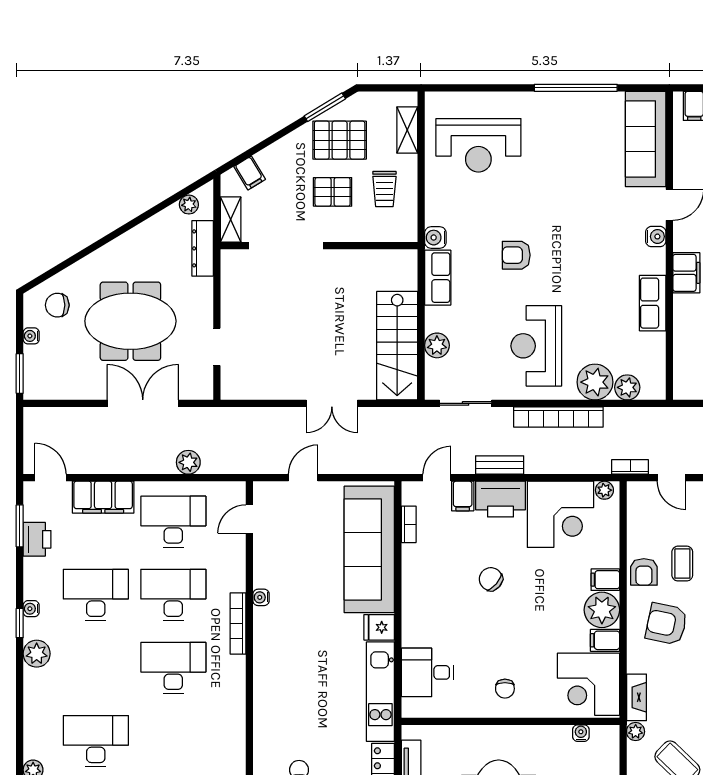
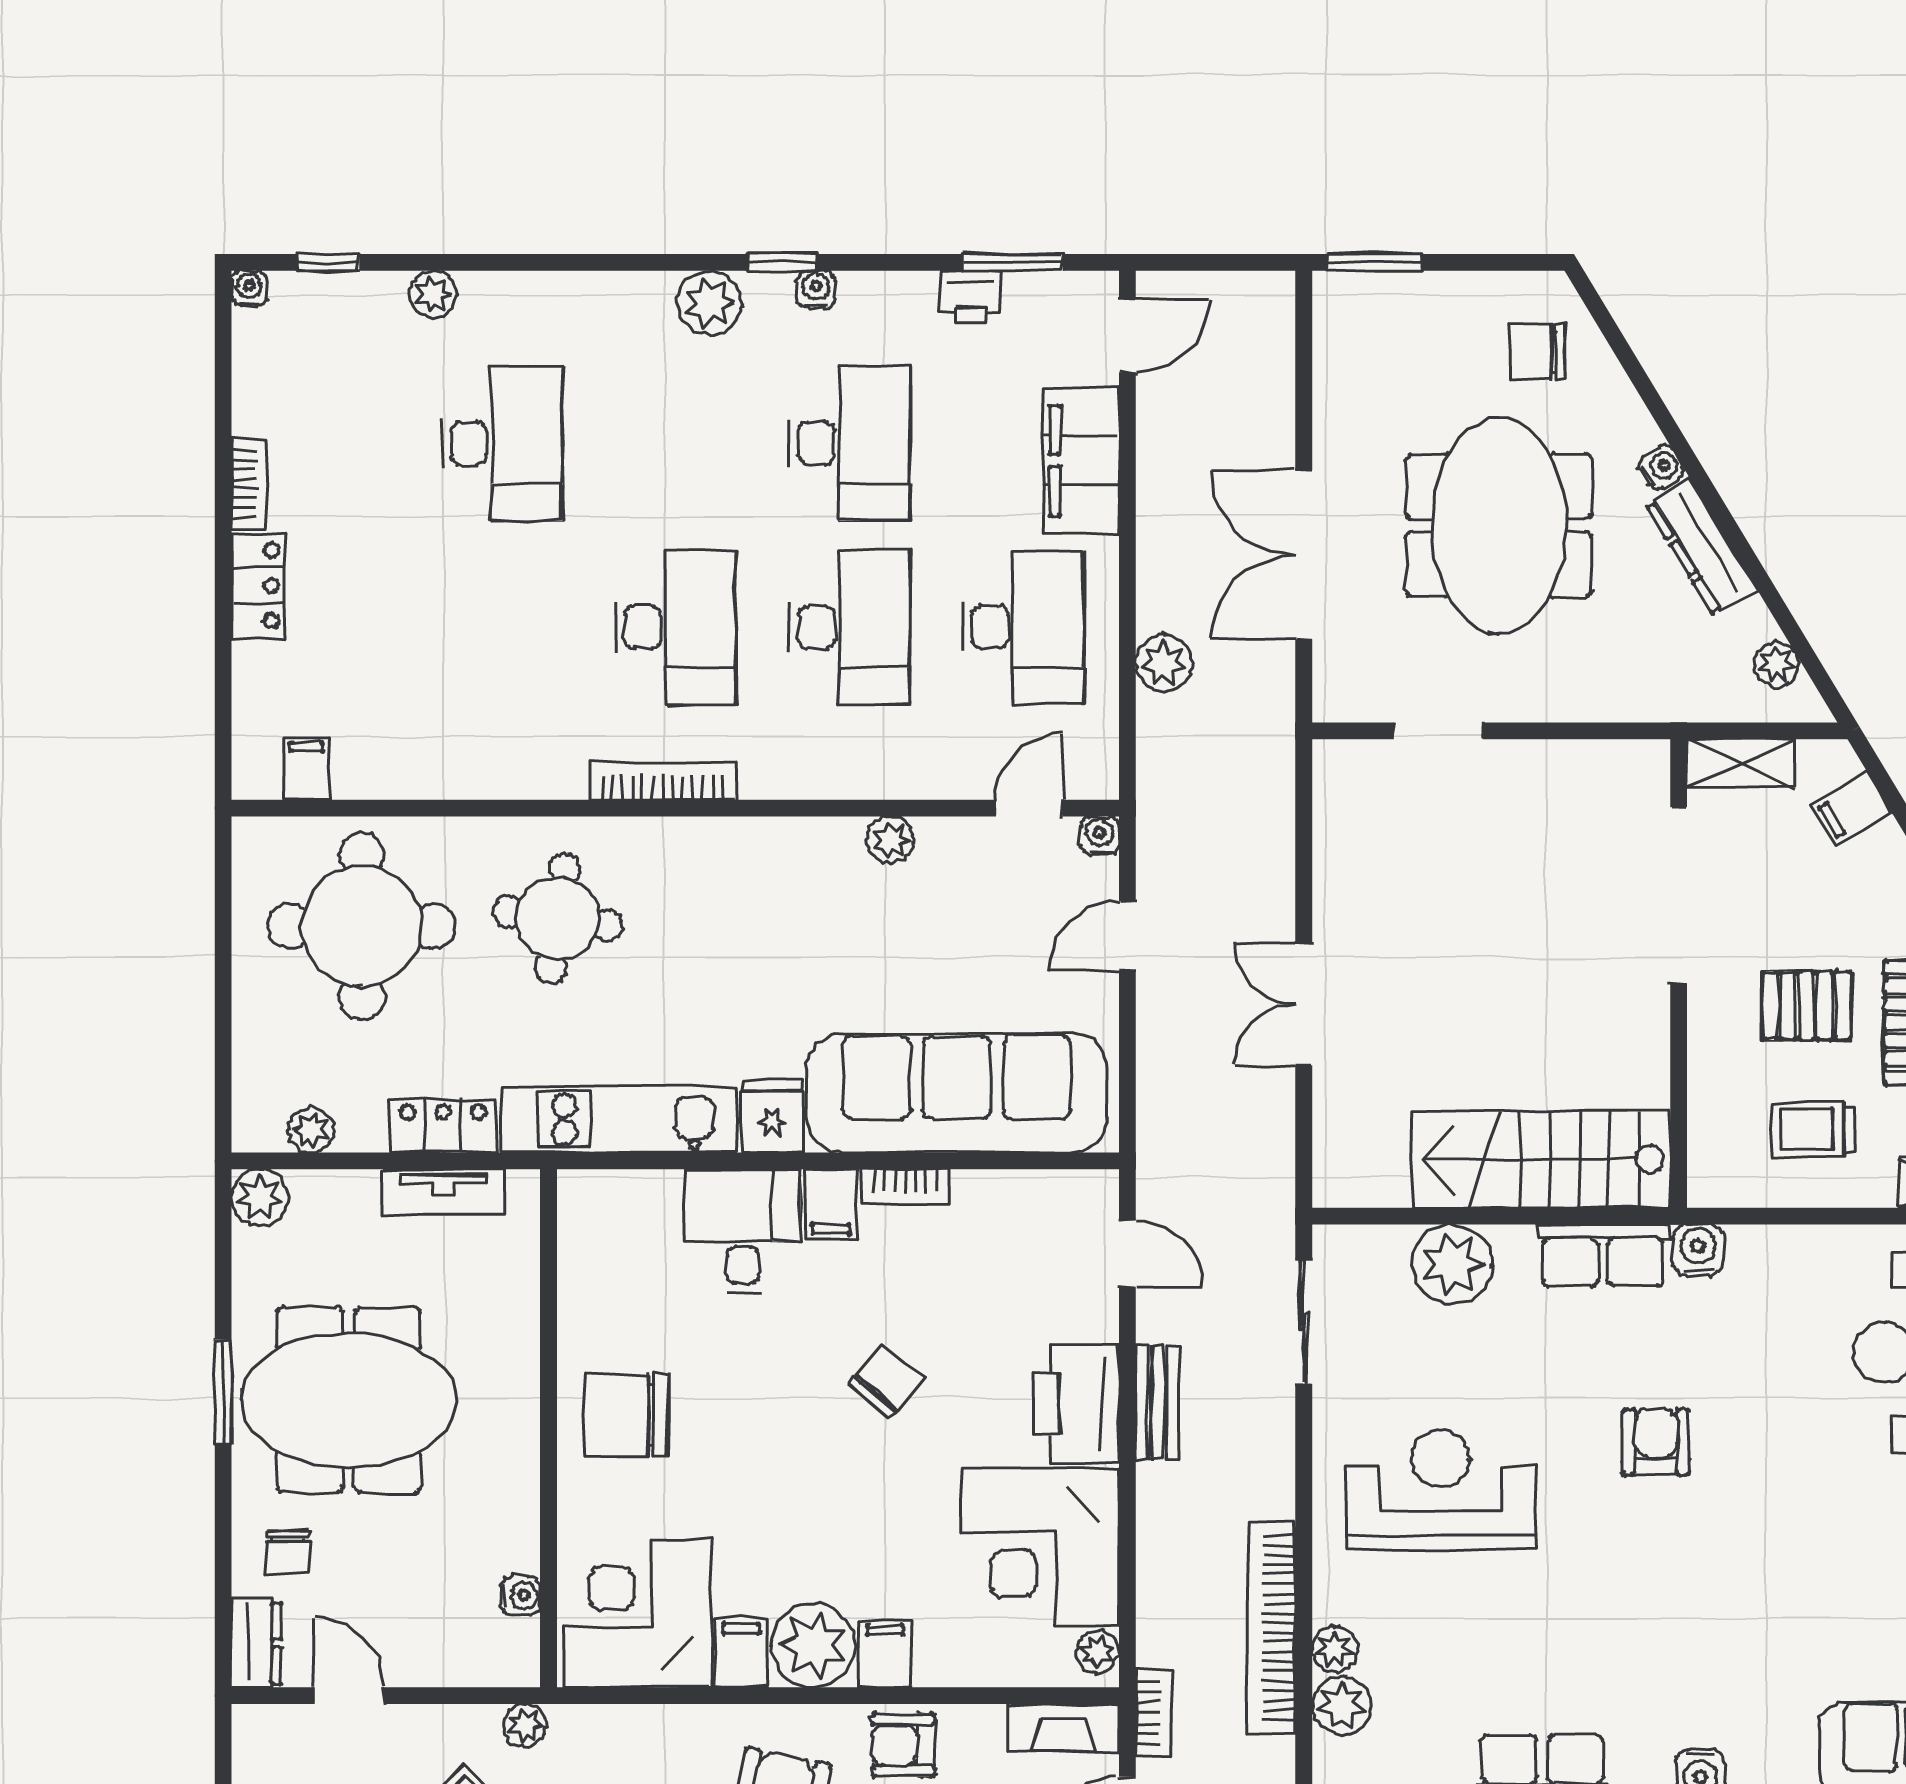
pallet: (333, 192) -> (1806, 1006), turned 90
dresser: (203, 248) -> (1702, 547), moved, turned -121
chair: (57, 305) -> (1537, 352), turned -90
water cooler: (31, 336) -> (1661, 467), moved, turned 59
plant: (437, 345) -> (1452, 1264), width x1.36, depth x1.36
stairs: (397, 346) -> (1542, 1159), moved
plant: (595, 382) -> (1335, 1649), width x0.53, depth x0.53
double door: (143, 403) -> (1304, 555), swing flipped
bookcase: (558, 417) -> (1271, 1628), moved
door: (303, 478) -> (1127, 936), swing flipped
filing cabinet: (463, 496) -> (831, 1204), moved, turned -90
door: (249, 519) -> (1029, 808), hinge flipped
bookcase: (409, 524) -> (905, 1187), moved
printer: (37, 539) -> (970, 297), width x0.73, depth x0.81
plant: (263, 577) -> (890, 840), added
water cooler: (261, 597) -> (1100, 836), moved
bookcase: (238, 623) -> (663, 781), moved
desk: (428, 672) -> (742, 1231), moved
chair: (505, 689) -> (626, 1415), width x1.87, depth x1.87
fireplace: (636, 697) -> (1064, 1728), moved
round table: (296, 717) -> (558, 918), added

